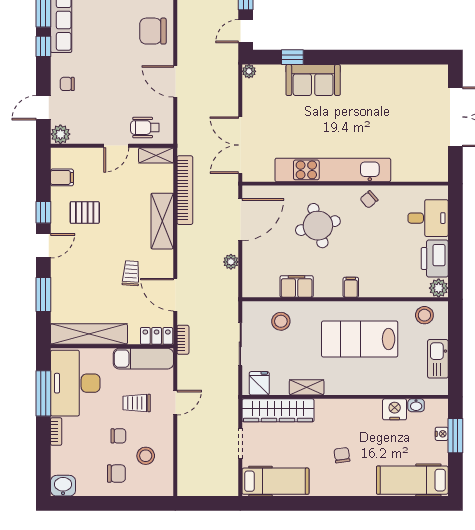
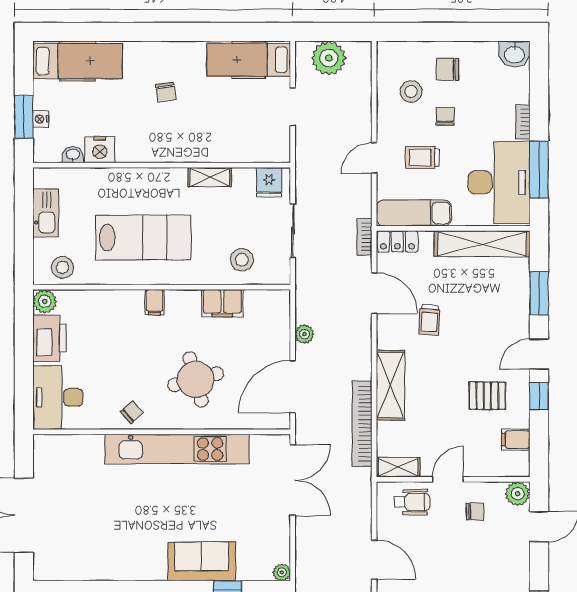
chair: (67, 84) -> (475, 512), moved
desk: (428, 218) -> (58, 397), width x1.37
trolley: (137, 403) -> (422, 157), turned 180
wardrobe: (278, 410) -> (246, 148), removed
chair: (118, 436) -> (445, 116), turned 90
plant: (211, 483) -> (329, 58), added

